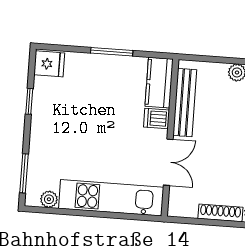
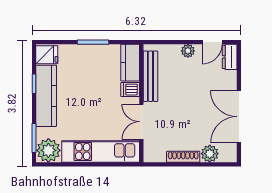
kitchen counter: (44, 119) -> (46, 96), added
double door: (168, 162) -> (141, 122), swing flipped
plant: (49, 199) -> (48, 150), width x1.87, depth x1.87

